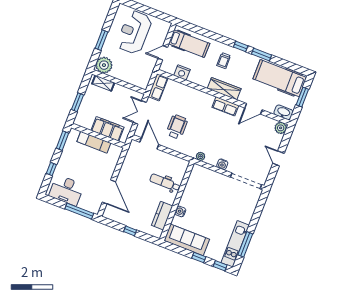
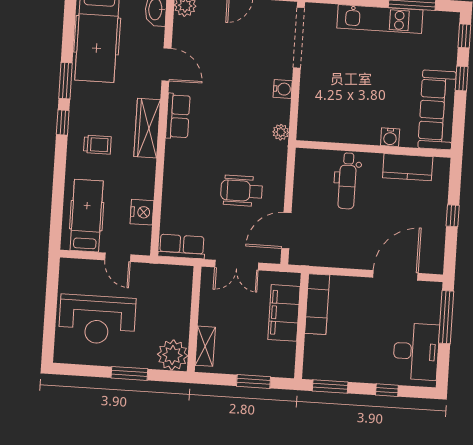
exam couch: (94, 142) -> (317, 304), moved
kitchen unit: (235, 244) -> (380, 19), moved

